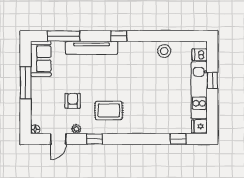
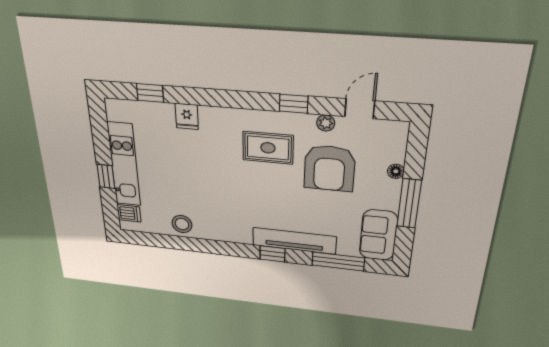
window: (119, 36) -> (272, 254), moved
armchair: (73, 101) -> (329, 168), width x1.88, depth x1.88
fridge: (199, 126) -> (187, 117), moved, turned 90
floor lamp: (35, 129) -> (396, 171), moved

